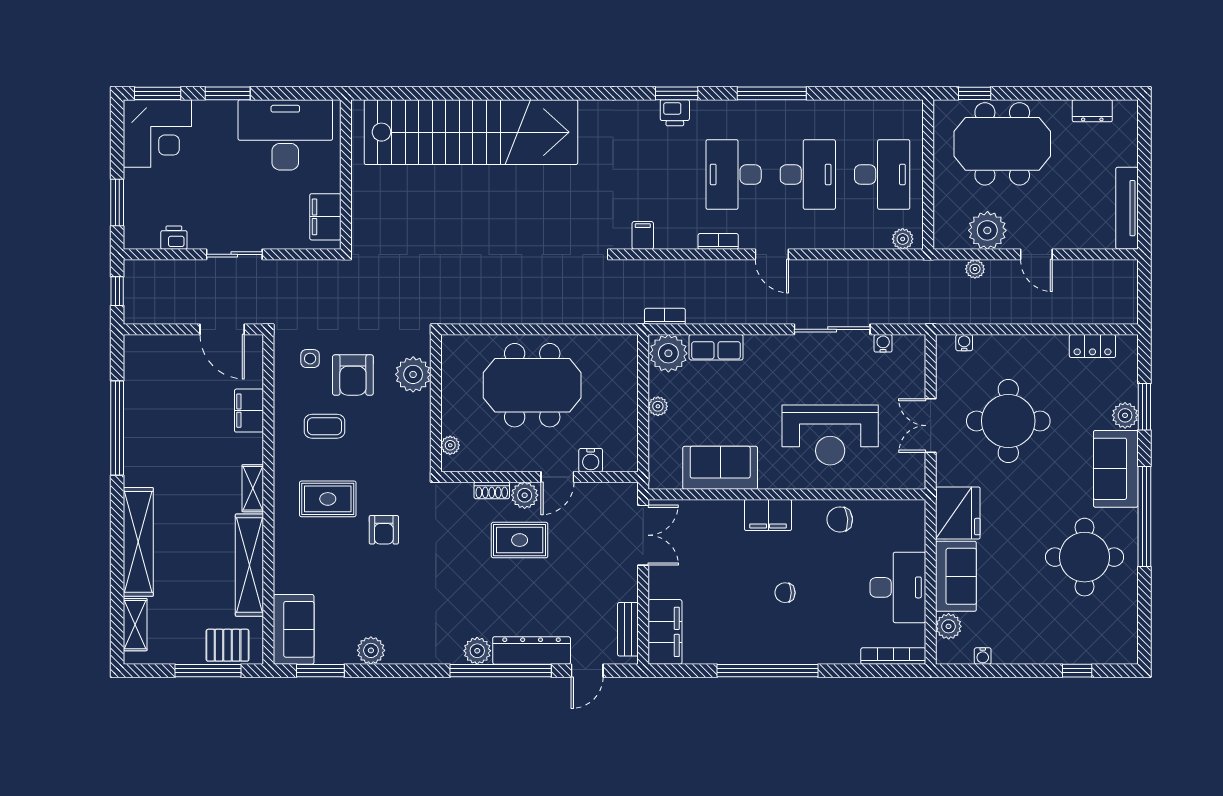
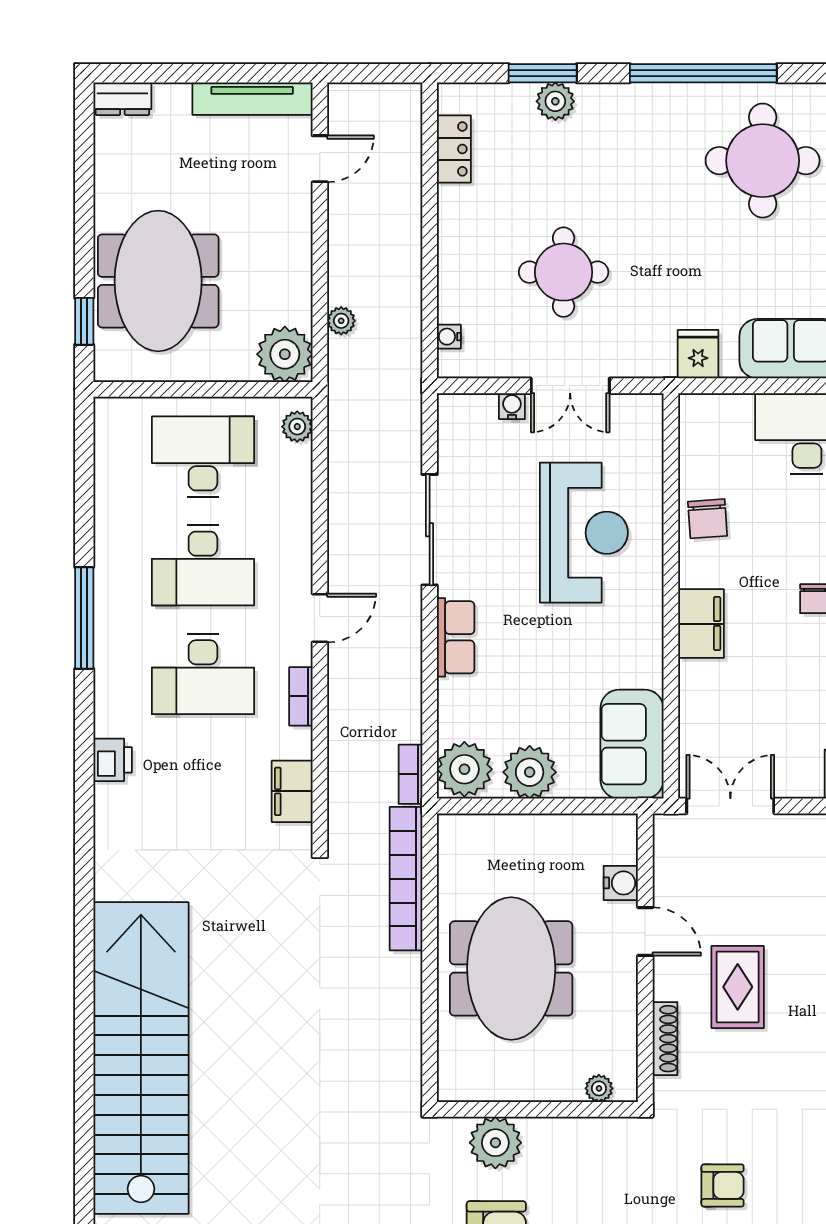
window: (677, 93) -> (84, 757), removed
dresser: (1092, 111) -> (122, 99), moved, turned 90
desk: (808, 174) -> (203, 565), turned 180
plant: (987, 230) -> (285, 354), moved
filing cabinet: (643, 235) -> (292, 791), width x2.00
door: (1036, 254) -> (320, 159), moved
bookcase: (594, 313) -> (406, 879), added
water cooler: (883, 343) -> (512, 406), moved, turned 90
row of seats: (716, 347) -> (456, 637), moved
plant: (658, 406) -> (530, 772), width x1.88, depth x1.88
round table: (1008, 421) -> (564, 272), width x0.73, depth x0.73
sofa: (720, 468) -> (632, 744), moved
sofa: (1116, 469) -> (633, 115), removed
shoe rack: (492, 490) -> (665, 1039), width x1.43
plant: (525, 495) -> (672, 980), removed
fridge: (958, 513) -> (698, 354), width x0.53, depth x0.75

